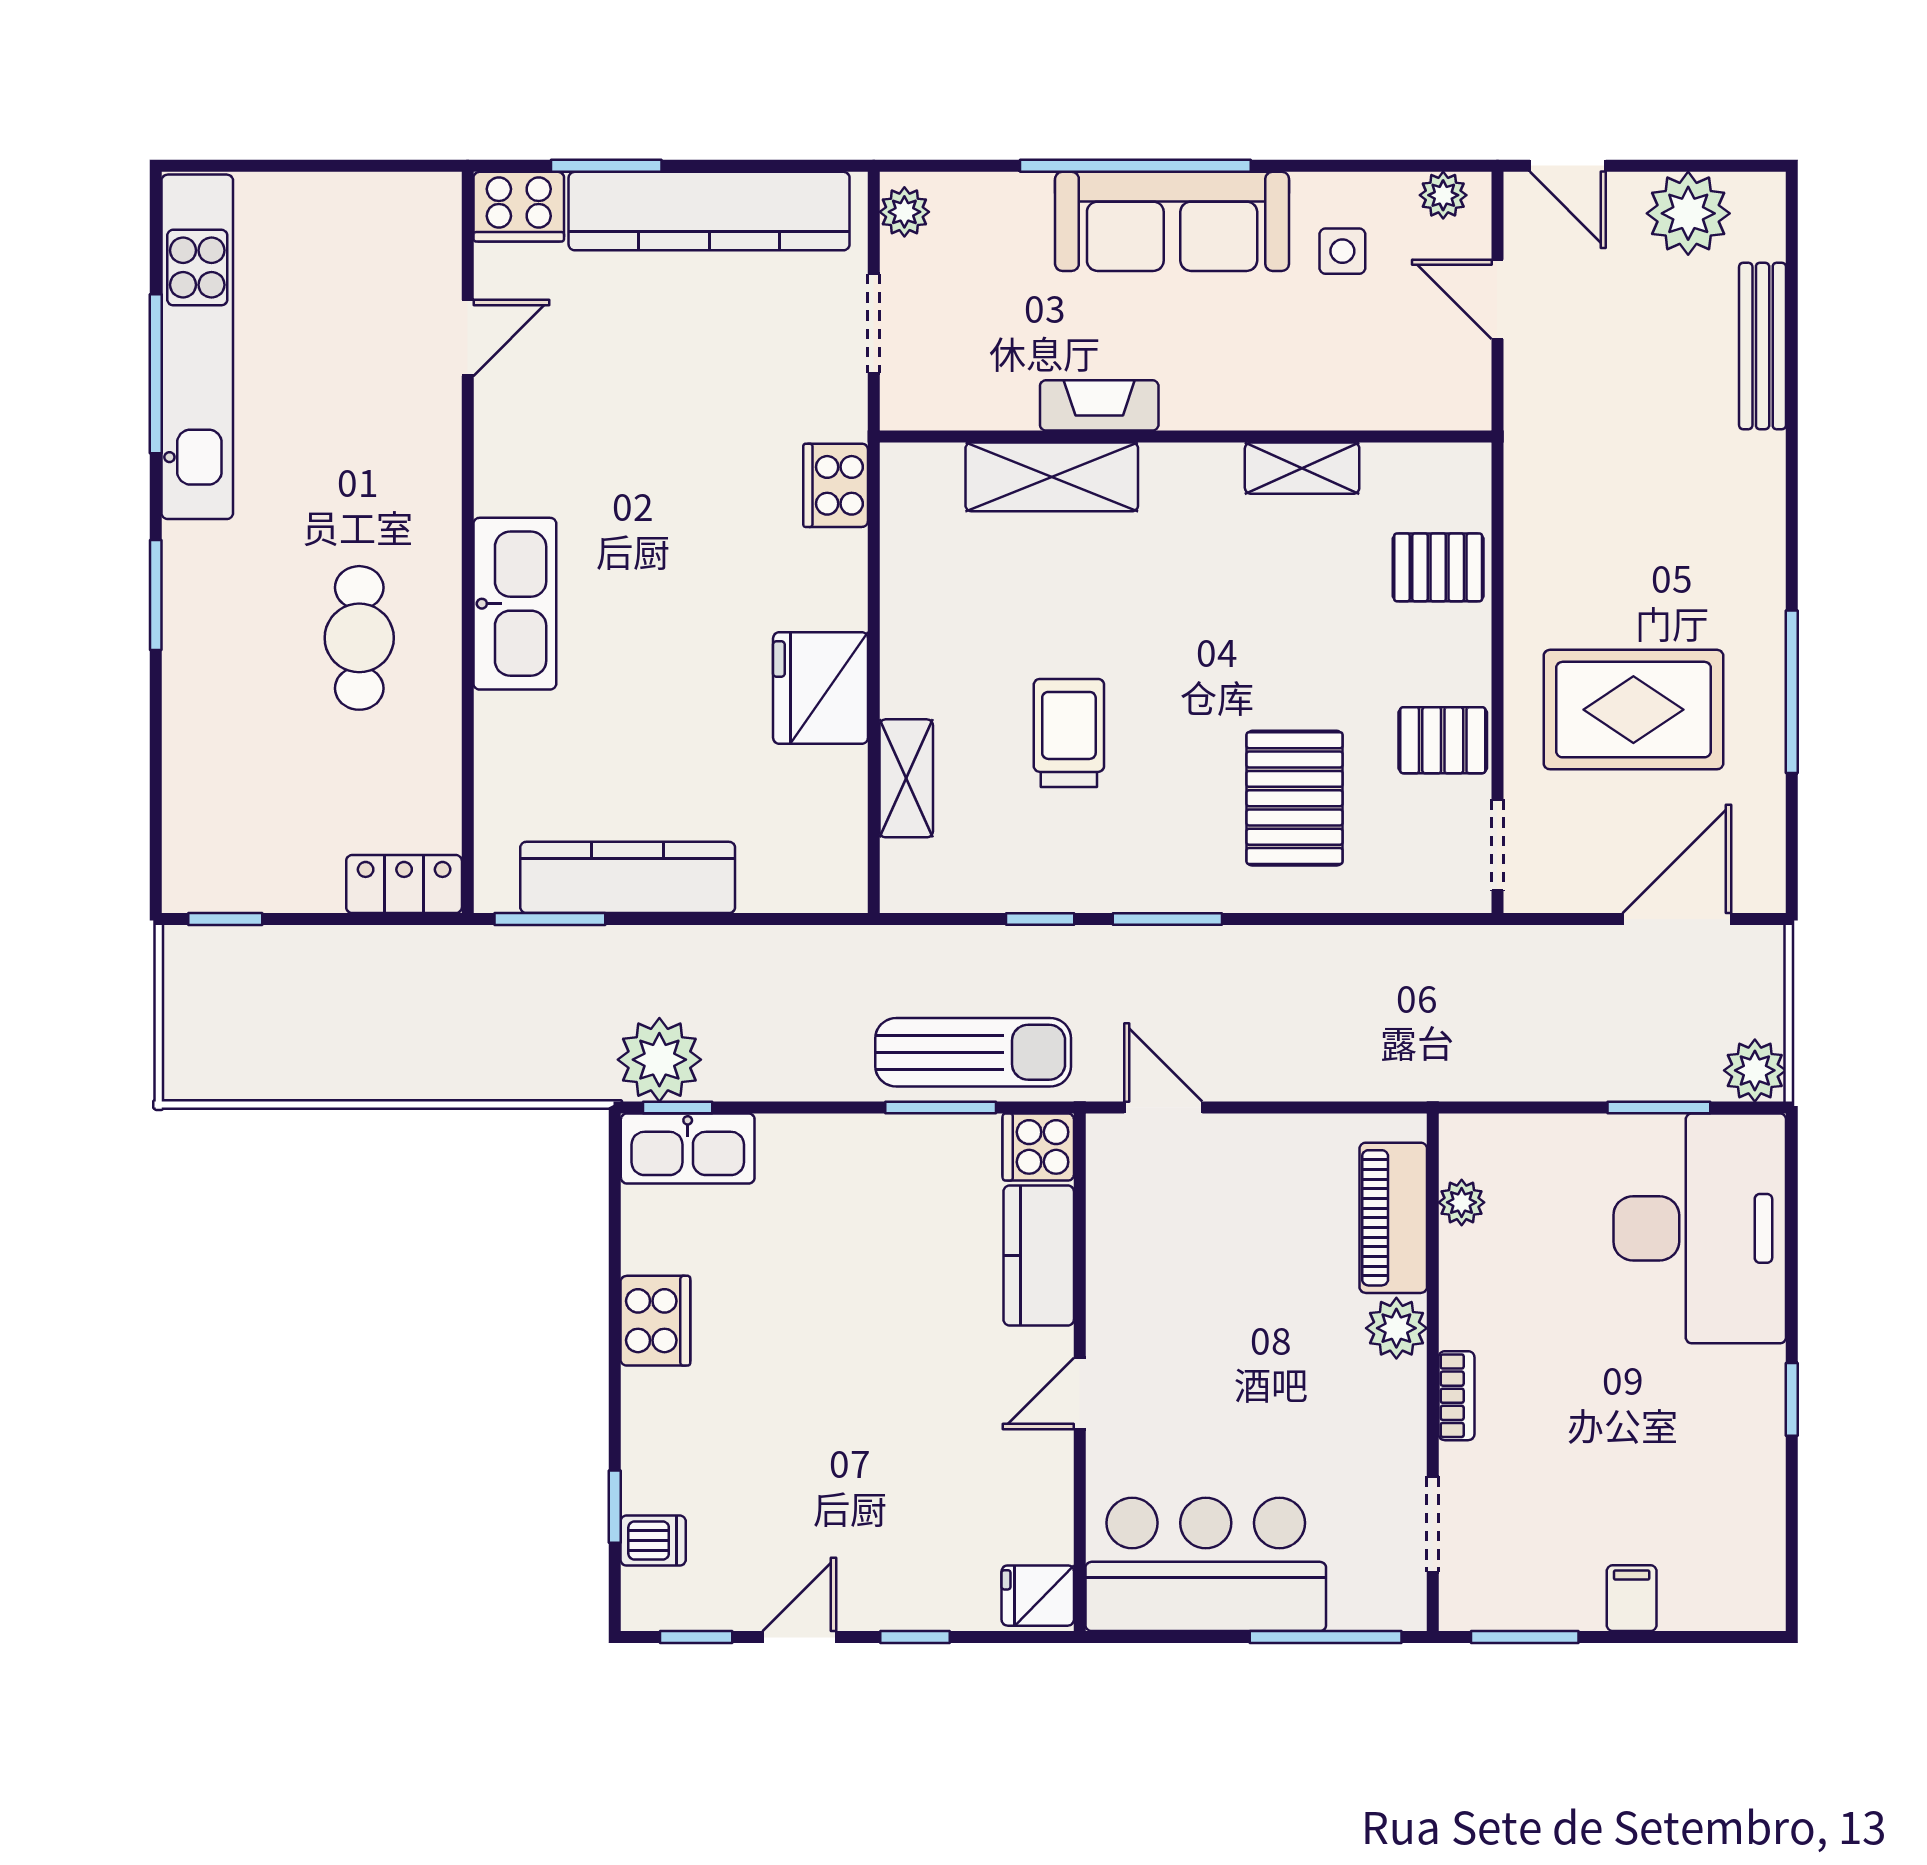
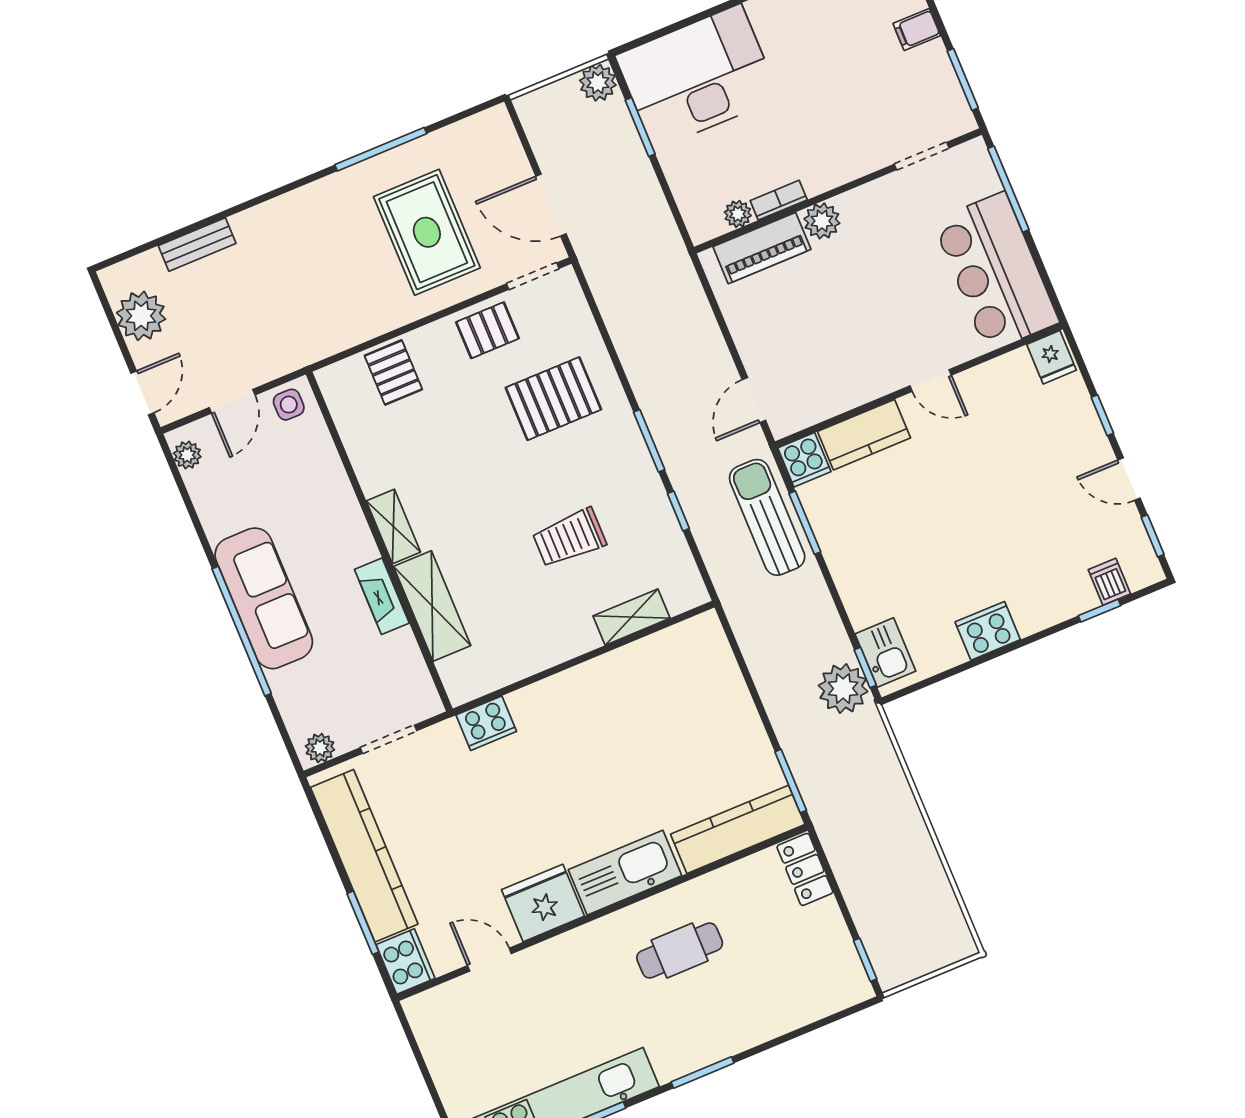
side table: (1342, 251) -> (289, 405), moved
bench: (1763, 346) -> (197, 245), width x0.73
shelving: (1302, 468) -> (393, 526), moved
fridge: (821, 688) -> (543, 903), moved, turned 180
pallet: (1443, 740) -> (488, 330), turned 90
kitchen counter: (628, 877) -> (738, 829), moved, turned 90
door: (1677, 919) -> (551, 205), moved
kitchen sink: (688, 1148) -> (885, 653), width x0.73
bookcase: (1456, 1396) -> (779, 200), moved

